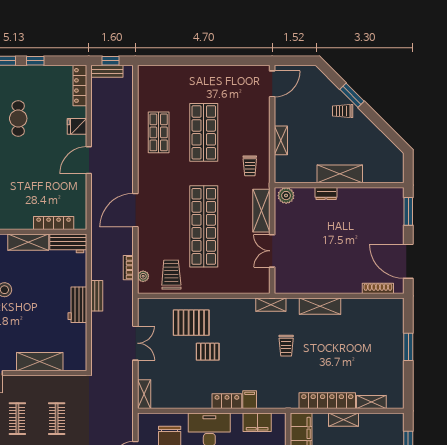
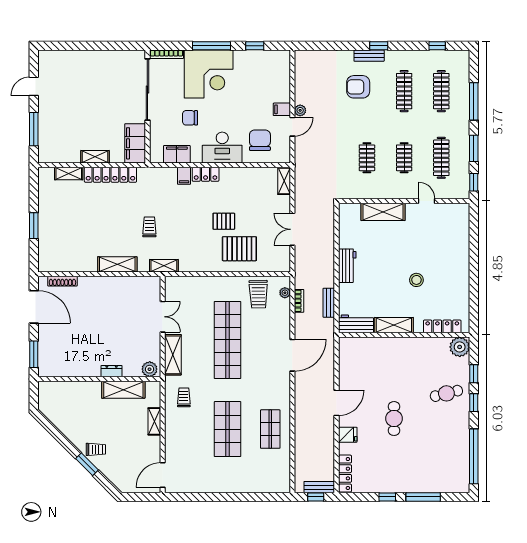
cafe table: (18, 118) -> (394, 419), moved
shelving: (340, 174) -> (123, 390), moved
locker: (54, 223) -> (370, 343), removed
bench: (97, 296) -> (329, 303), moved

